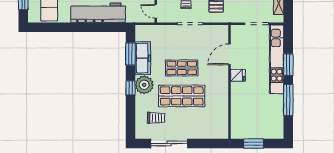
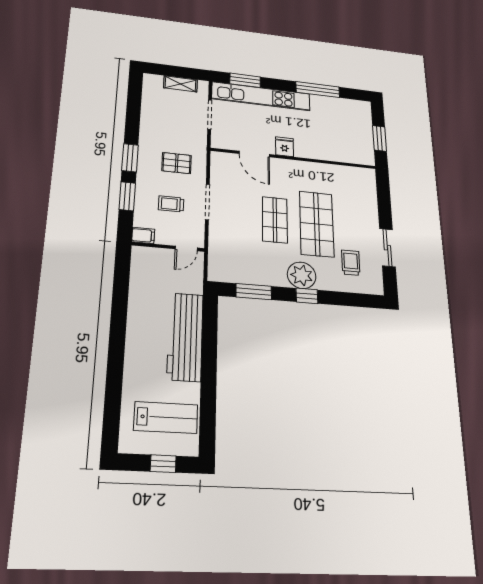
freezer: (143, 58) -> (260, 274), removed
window: (288, 65) -> (245, 80), moved
sliding door: (169, 144) -> (387, 248), width x0.73

